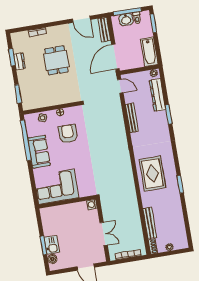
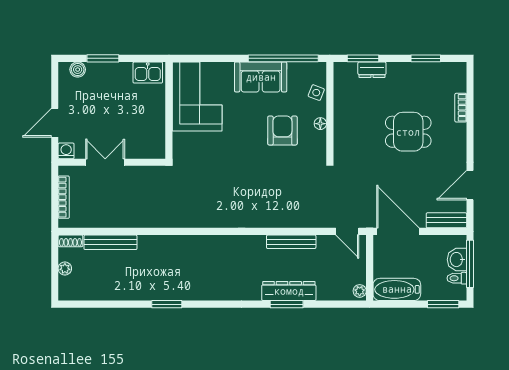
dresser: (19, 61) -> (372, 70), moved
door: (120, 86) -> (347, 231), hinge flipped
dresser: (157, 95) -> (289, 291), moved
armchair: (68, 134) -> (282, 130), turned -90
rug: (152, 174) -> (192, 261), removed
washing machine: (92, 204) -> (66, 151), moved
double door: (104, 234) -> (105, 162), swing flipped
kitchen sink: (52, 245) -> (148, 73), moved

